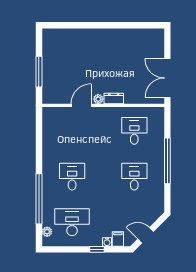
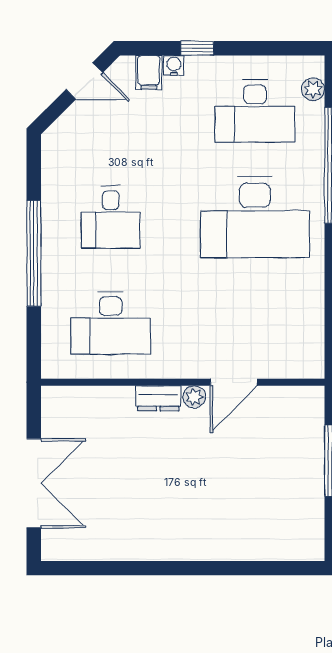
double door: (167, 78) -> (34, 483), moved
desk: (134, 131) -> (111, 323), width x1.37
desk: (72, 177) -> (255, 217), width x1.87, depth x1.30

